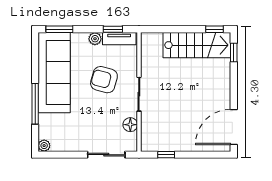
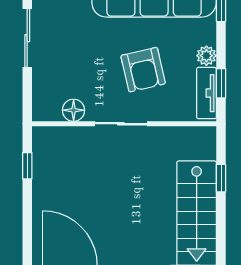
window: (215, 29) -> (221, 178), moved
armchair: (104, 80) -> (143, 70), turned 152
sliding door: (106, 155) -> (27, 38), moved

